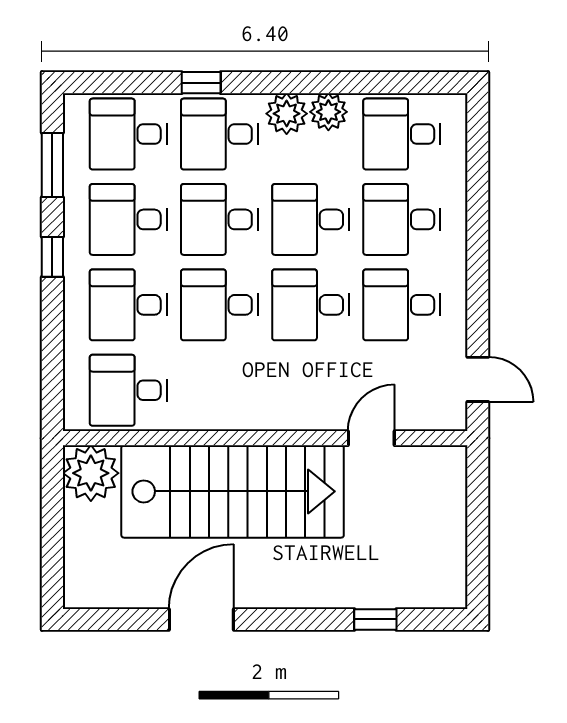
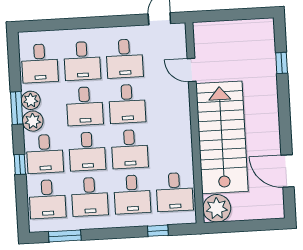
window: (315, 83) -> (17, 108), added
window: (52, 257) -> (158, 231), moved
door: (201, 619) -> (288, 171), moved

